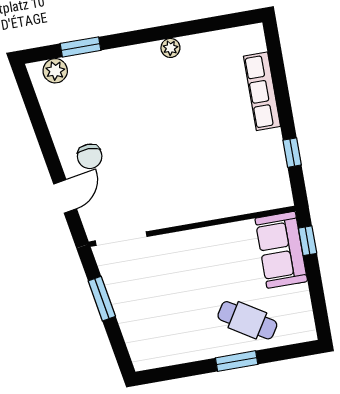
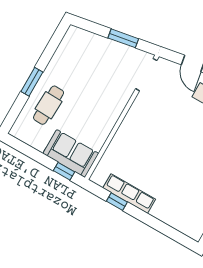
row of seats: (262, 91) -> (129, 194), moved
cafe table: (247, 320) -> (49, 105), turned -30

